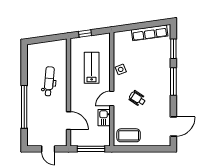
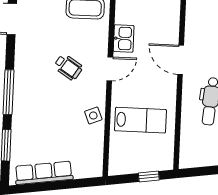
lab bench: (92, 68) -> (140, 120), turned -90
door: (68, 121) -> (181, 60), moved

